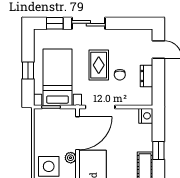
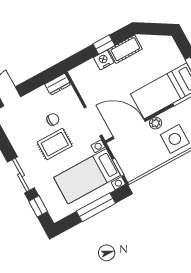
window: (28, 71) -> (96, 207), width x2.17
dresser: (147, 76) -> (58, 84), moved
nightstand: (146, 116) -> (104, 60), moved

